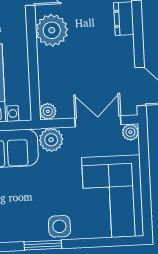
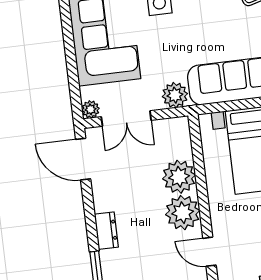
plant: (48, 111) -> (179, 177), moved, width x1.88, depth x1.88

